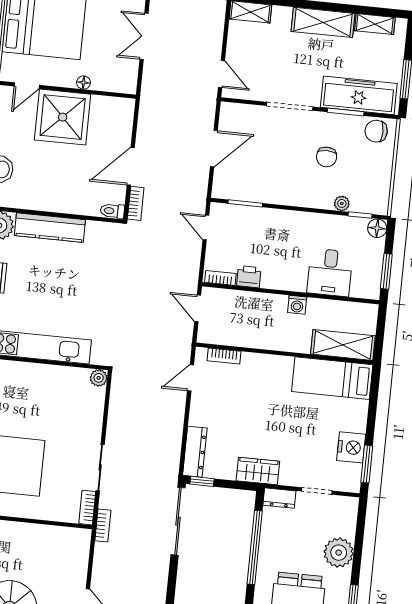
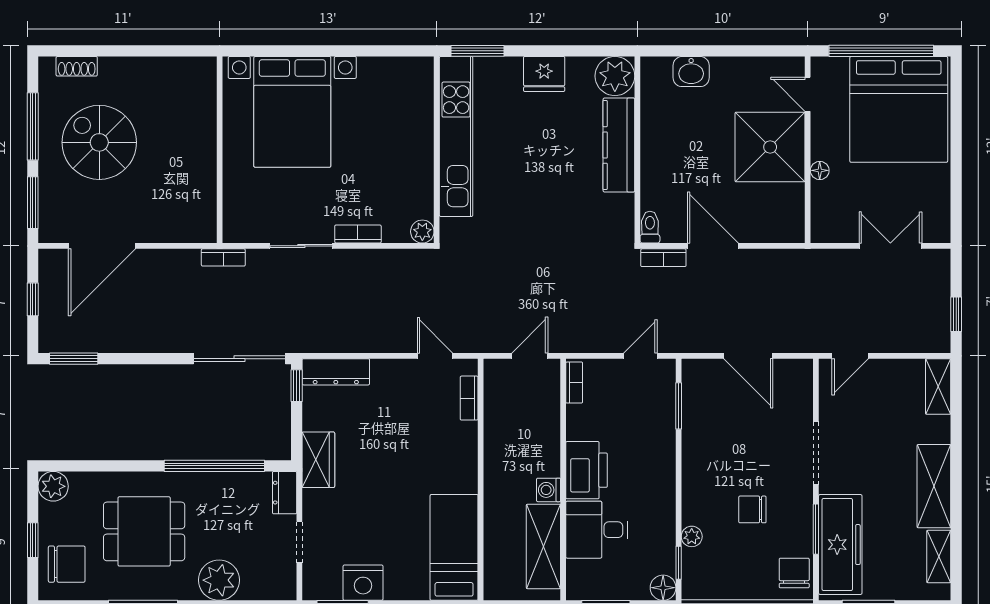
printer: (249, 277) -> (587, 470), moved, width x1.87, depth x1.48
shelving: (343, 345) -> (543, 546), moved
bookcase: (87, 508) -> (358, 234), moved

